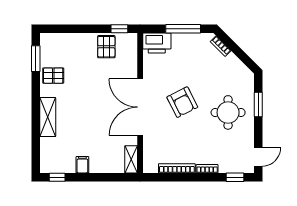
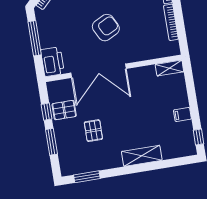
window: (77, 29) -> (51, 142), added
window: (119, 29) -> (47, 112), moved
pallet: (53, 76) -> (93, 131), moved
double door: (140, 107) -> (98, 71), moved

